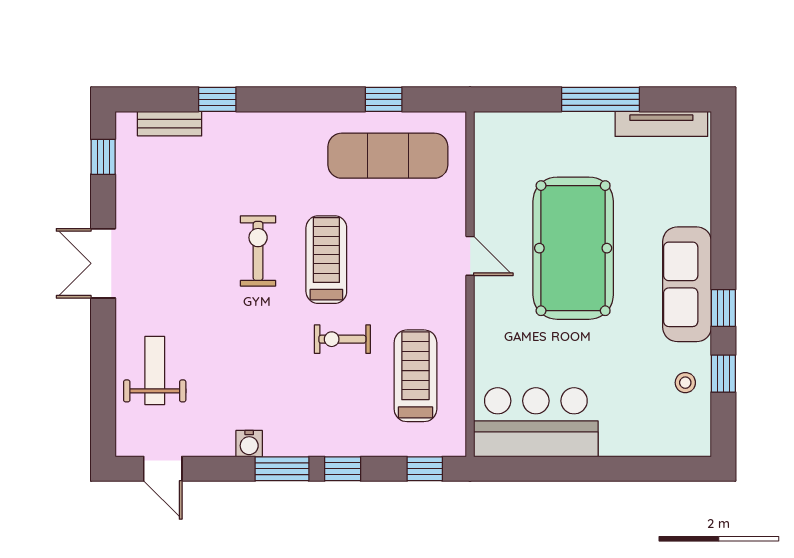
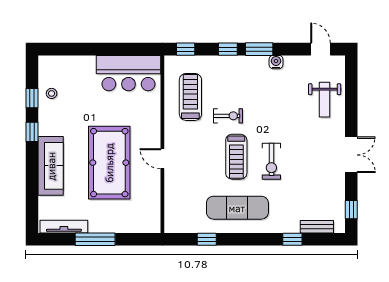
exercise mat: (388, 156) -> (237, 208), moved
sofa: (687, 284) -> (51, 166), moved
treadmill: (415, 376) -> (190, 97), turned 180

